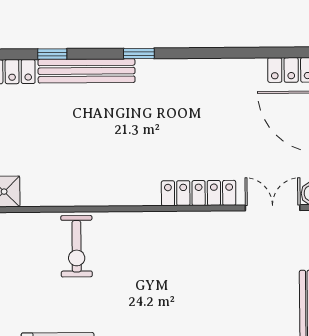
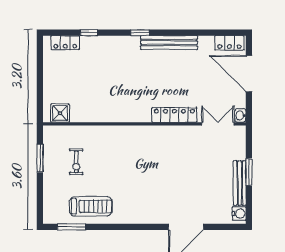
bench: (87, 71) -> (169, 43), moved
exercise bike: (77, 246) -> (76, 162), moved, width x0.73, depth x0.72

